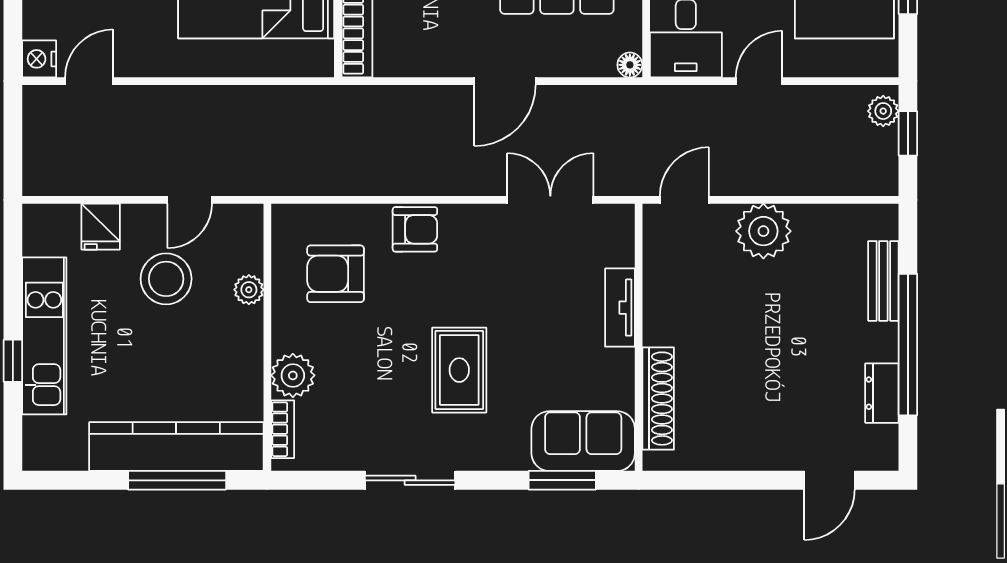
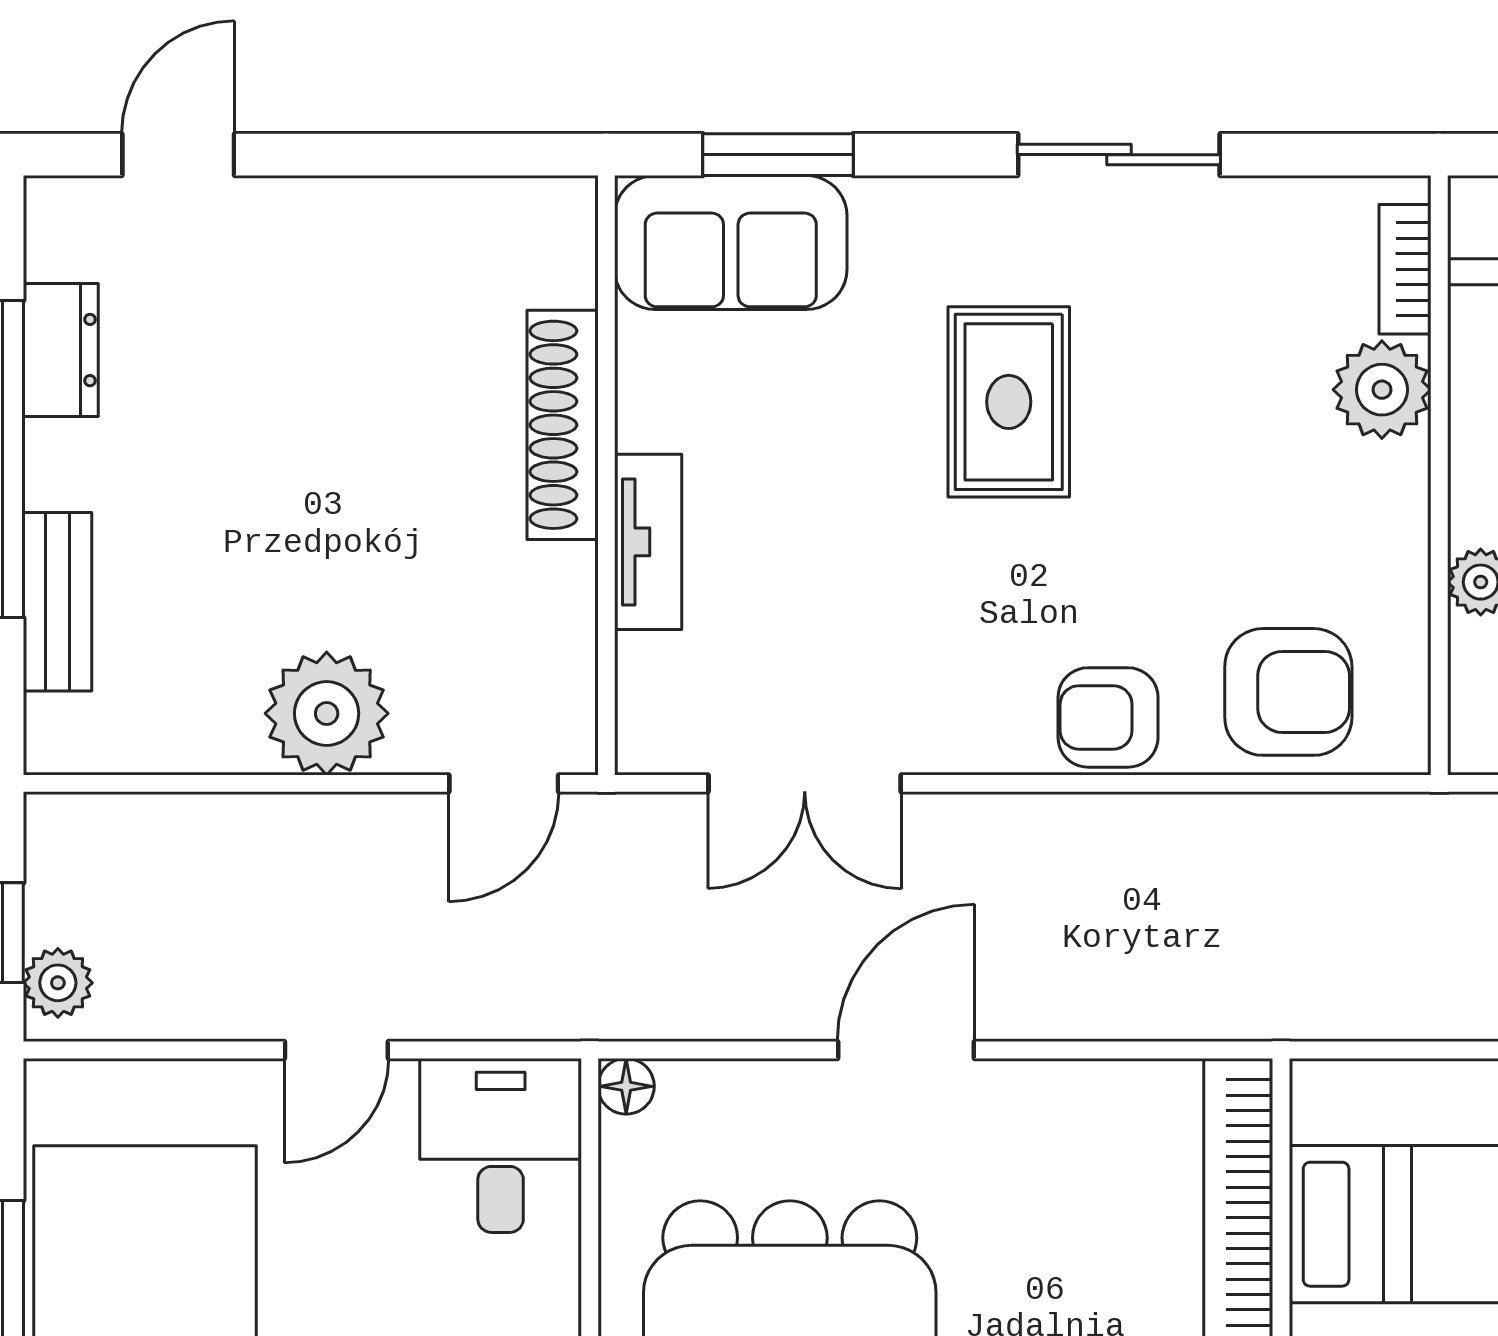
armchair: (336, 274) -> (1288, 692), moved
shoe rack: (658, 399) -> (563, 425), moved

